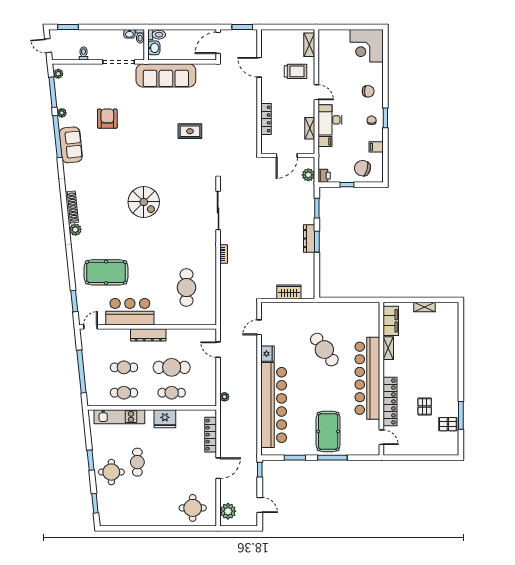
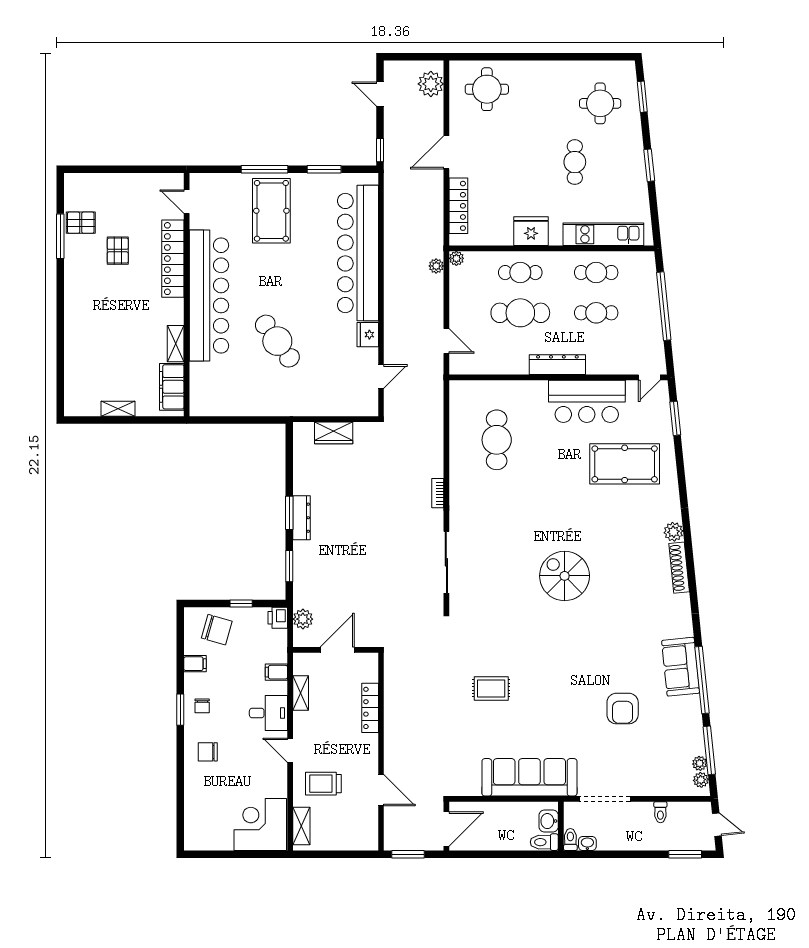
corner desk: (367, 46) -> (260, 824), moved, turned -90
plant: (62, 113) -> (700, 763), moved
desk: (330, 120) -> (268, 713), width x0.73
plant: (212, 402) -> (456, 258), added
round table: (111, 472) -> (600, 103), moved

